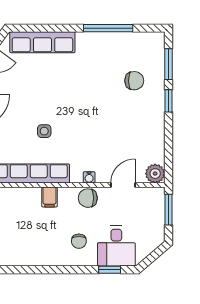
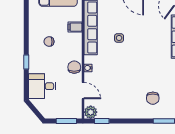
window: (168, 101) -> (102, 121), moved
filing cabinet: (50, 197) -> (75, 27), moved
chair: (79, 241) -> (49, 42), moved
window: (110, 270) -> (26, 62), moved

